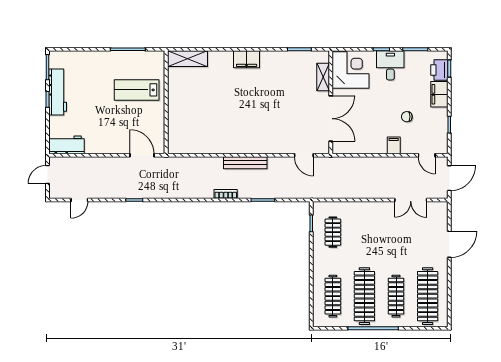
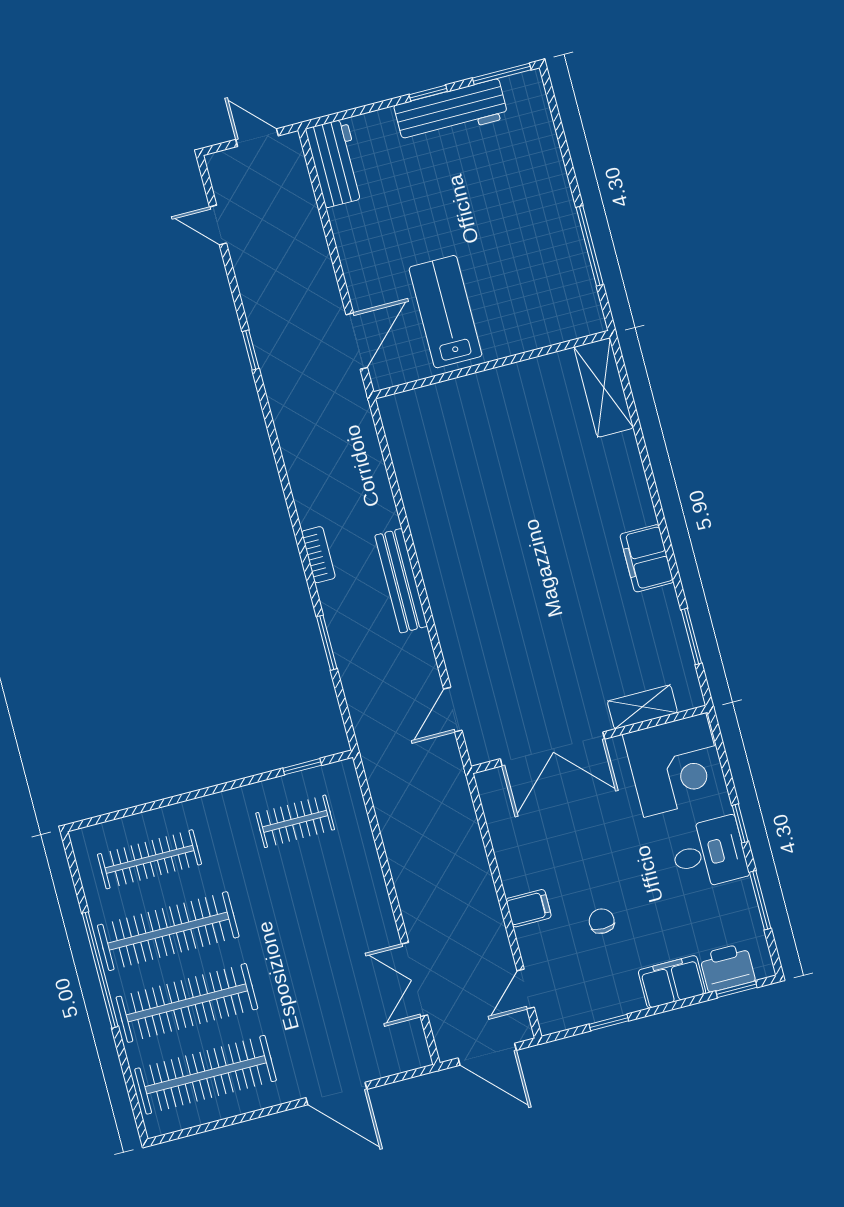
filing cabinet: (247, 59) -> (647, 558), moved
lab bench: (137, 90) -> (445, 312), moved
clothes rail: (396, 296) -> (187, 1003), width x1.37, depth x1.31

